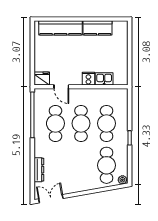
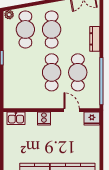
kitchen sink: (104, 79) -> (16, 118), moved
cafe table: (107, 123) -> (52, 29), moved
dresser: (39, 170) -> (95, 39), moved

